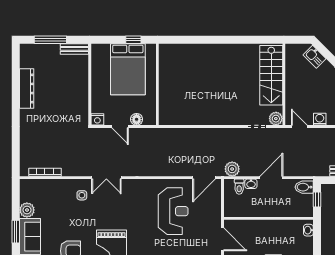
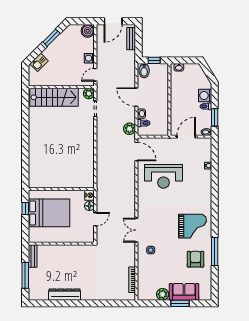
nightstand: (97, 119) -> (90, 195), moved
double door: (106, 178) -> (136, 230), swing flipped
reception desk: (173, 211) -> (163, 176), turned 180

